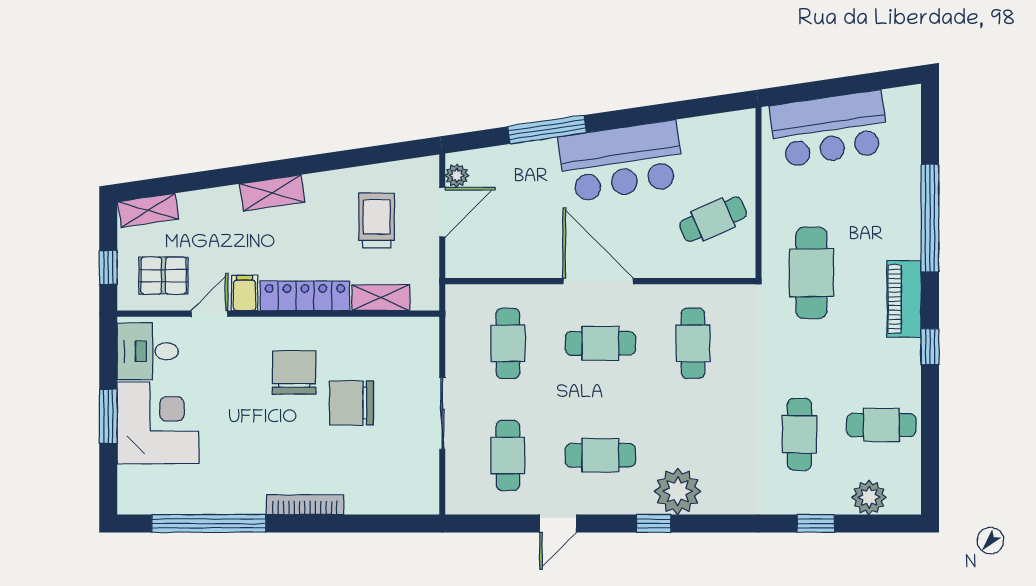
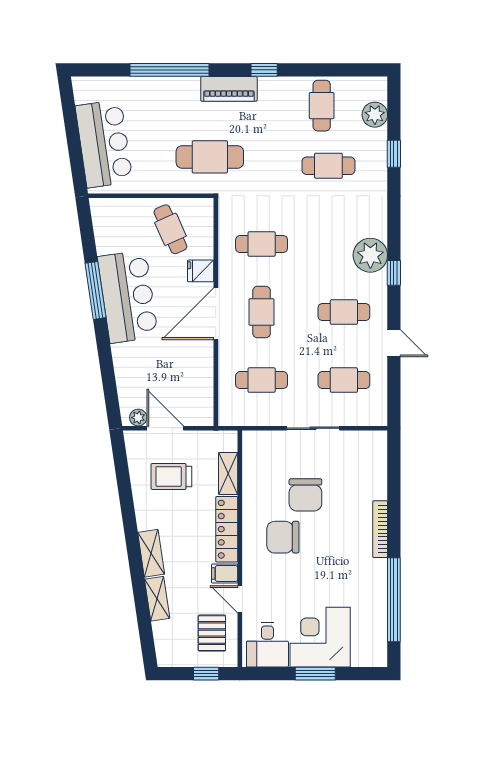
window: (547, 130) -> (96, 290), moved
shelving: (148, 210) -> (157, 599), moved
fridge: (656, 260) -> (201, 271), added
cafe table: (600, 455) -> (344, 312), turned 90

